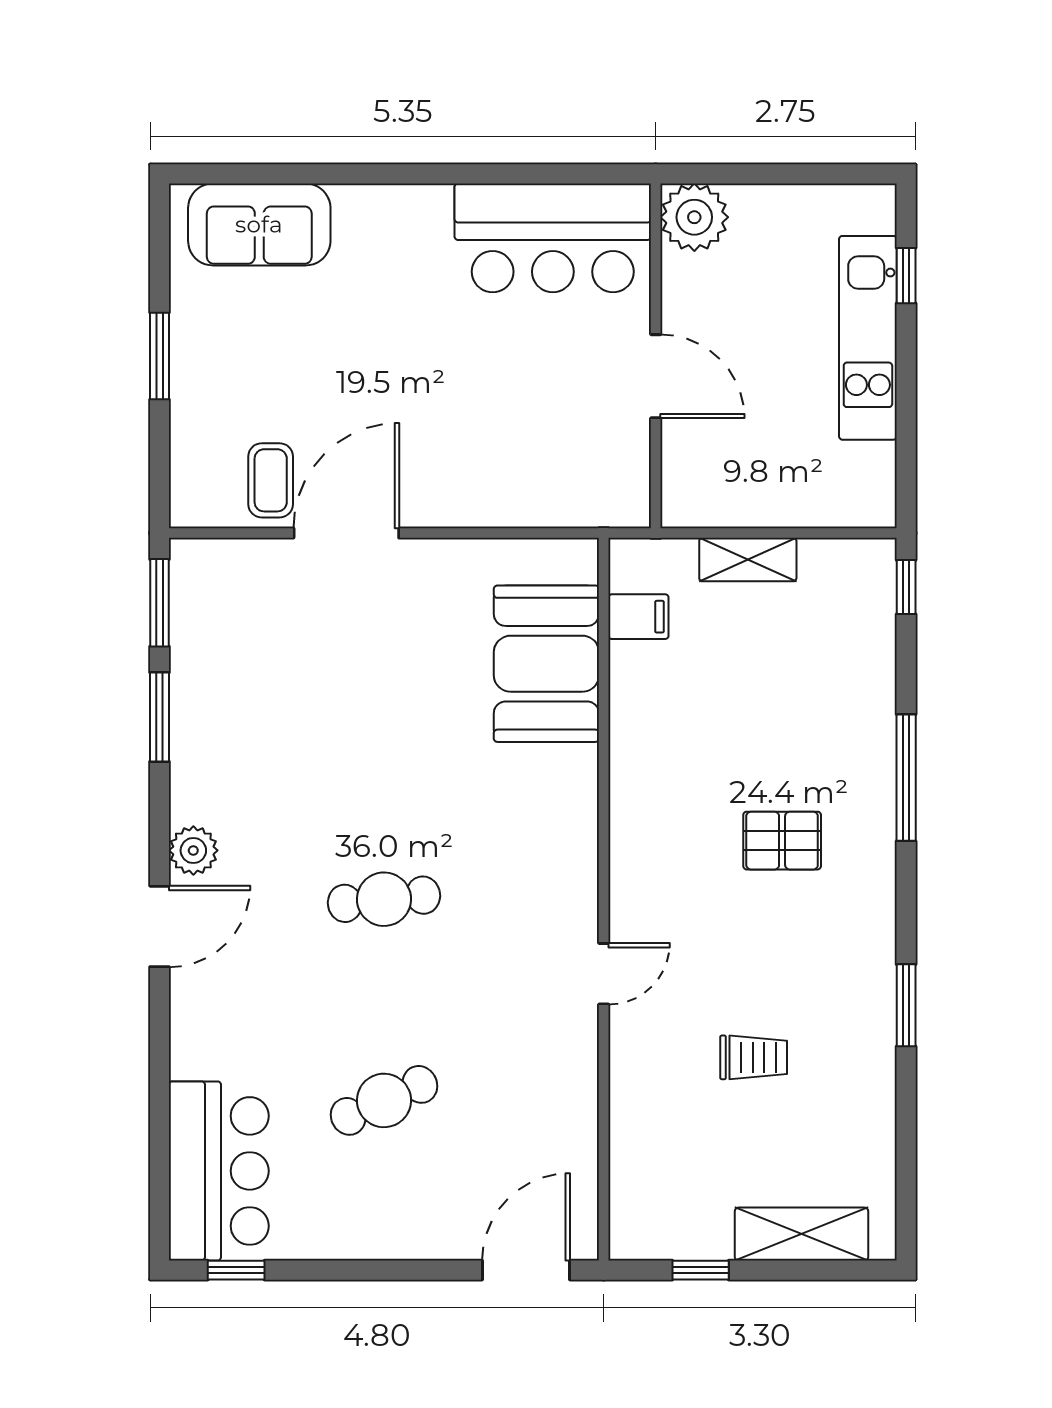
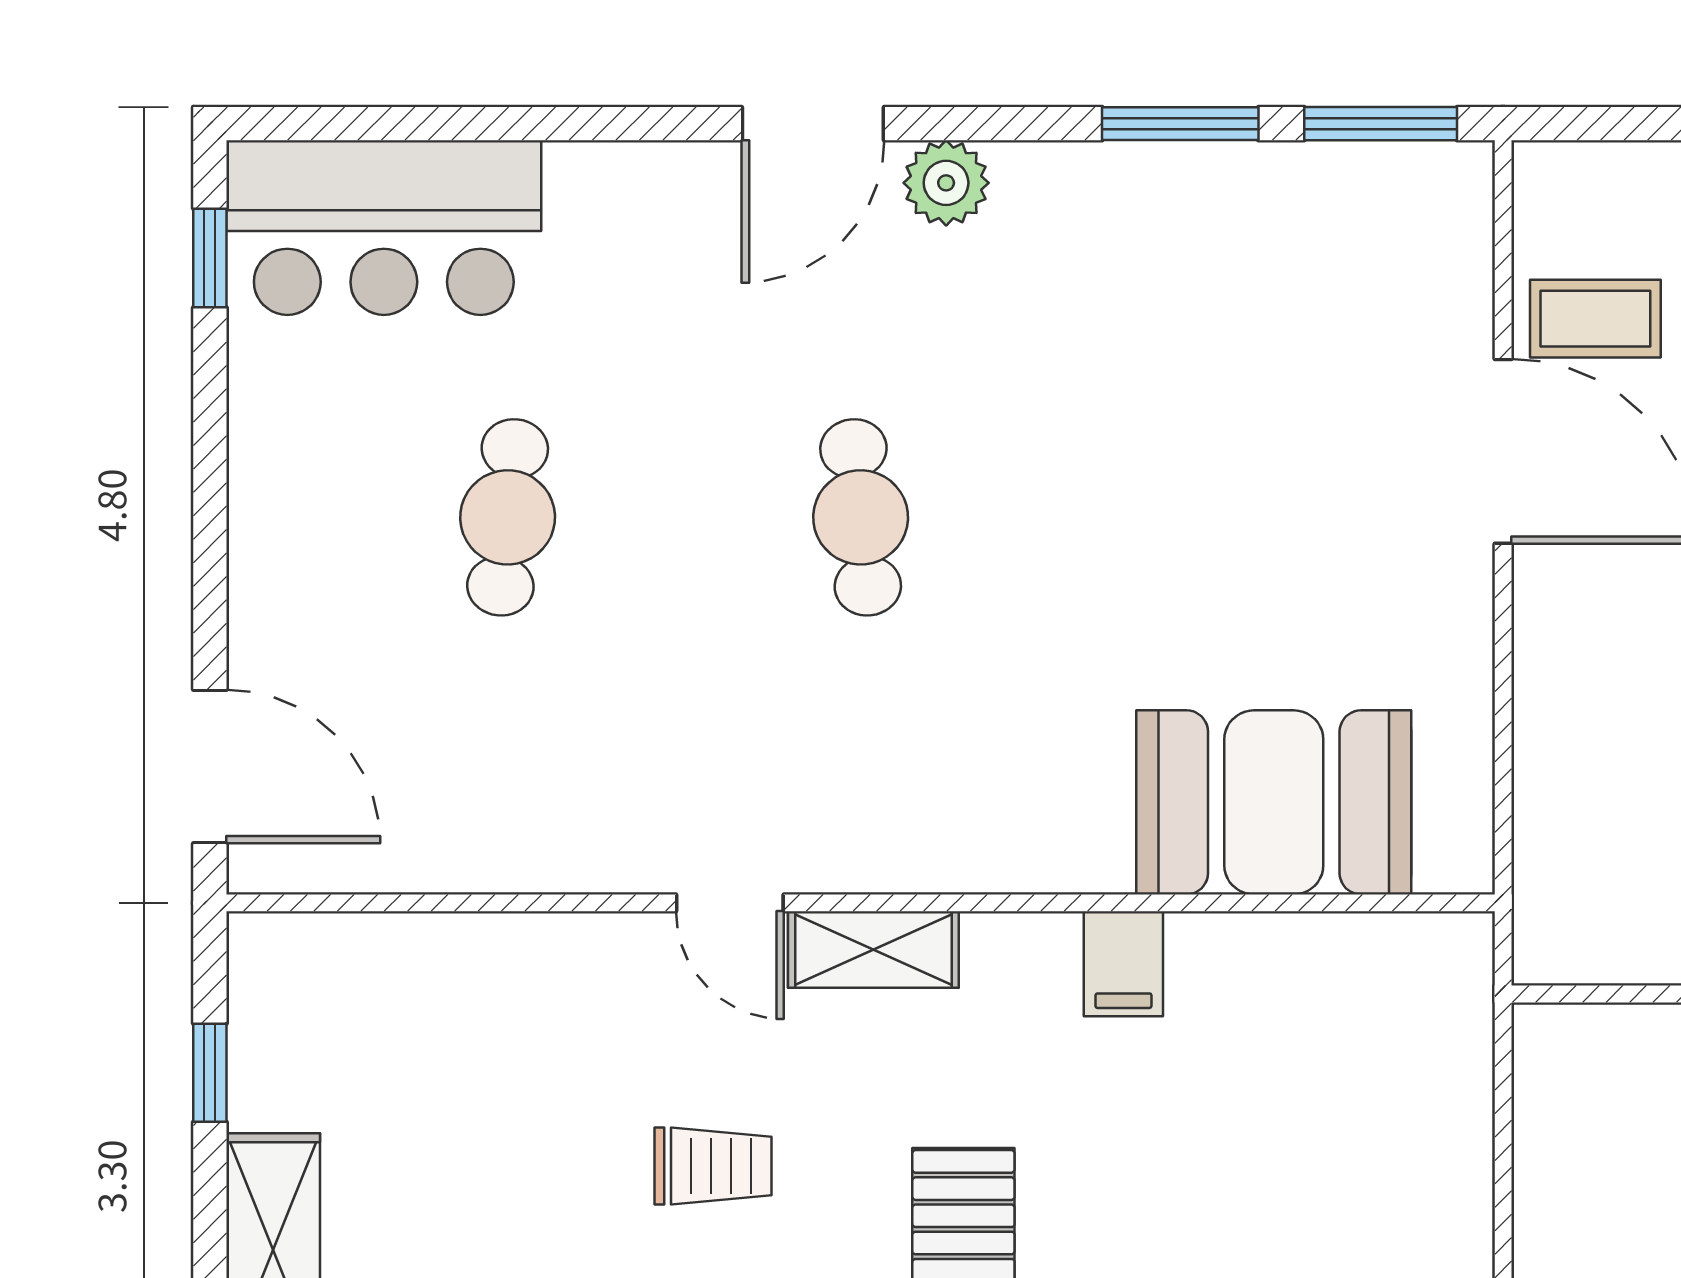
shelving: (748, 560) -> (873, 949), moved, turned 90
filing cabinet: (638, 617) -> (1123, 964), moved
door: (160, 926) -> (813, 124), hinge flipped
trolley: (754, 1057) -> (713, 1166), moved, turned -90
cafe table: (384, 1100) -> (508, 517), turned 30

